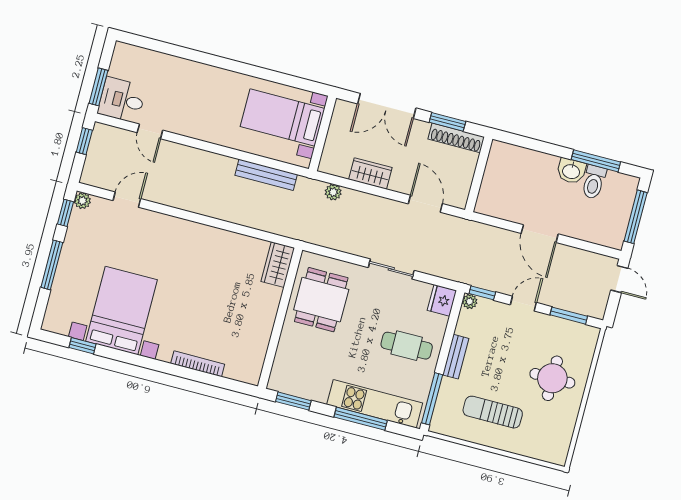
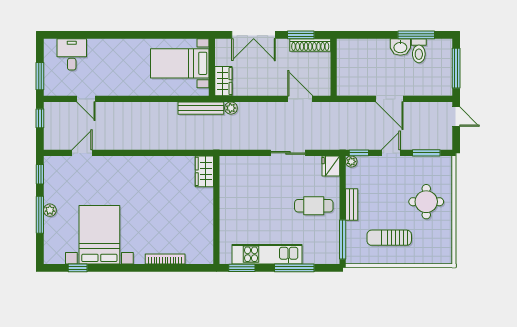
desk: (122, 100) -> (72, 54), moved, turned 90
wardrobe: (370, 173) -> (223, 81), moved, turned 90
bench: (266, 175) -> (201, 108), moved
plant: (82, 201) -> (50, 210), moved
dining table: (321, 300) -> (243, 189), removed
kitchen unit: (375, 404) -> (267, 254), moved

